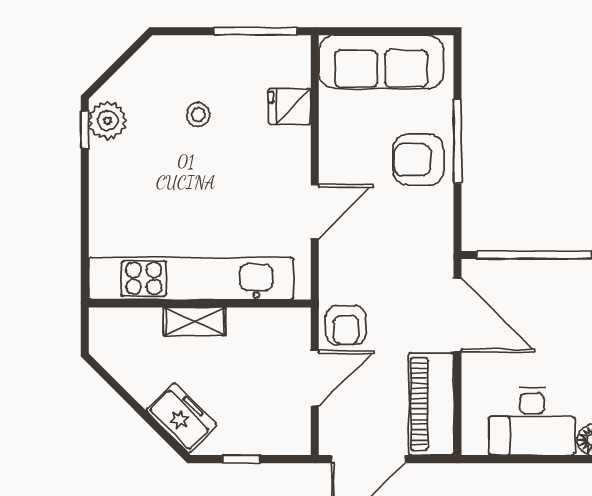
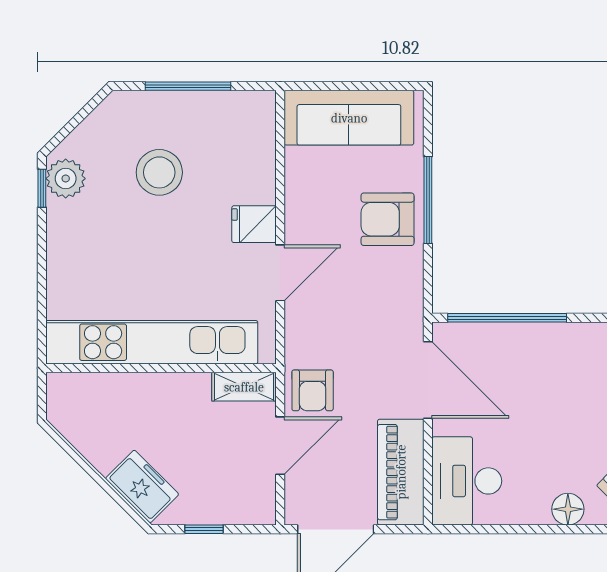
window: (255, 31) -> (188, 86), moved
fridge: (290, 107) -> (254, 224), moved
stool: (198, 115) -> (159, 172), width x1.89, depth x1.89
shelving: (195, 321) -> (244, 387), moved
desk: (532, 422) -> (467, 481), moved, turned 90

